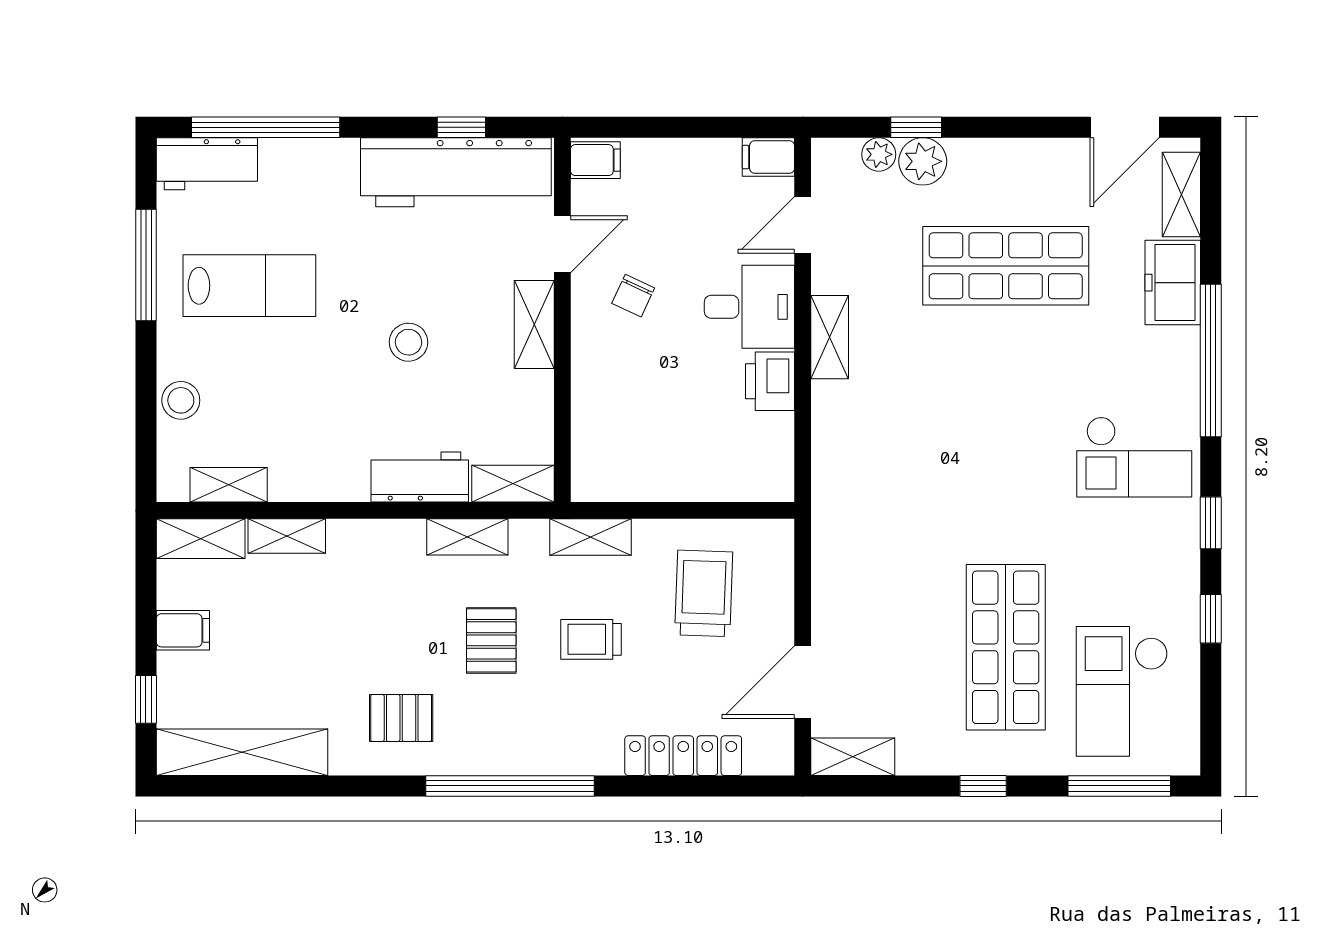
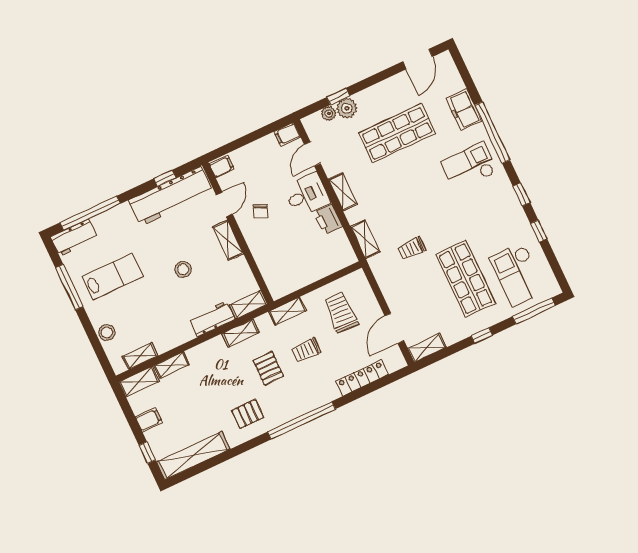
shelving: (1181, 194) -> (365, 239), moved
checkout: (1134, 457) -> (469, 167), moved, turned 180
trolley: (920, 528) -> (411, 248), added

